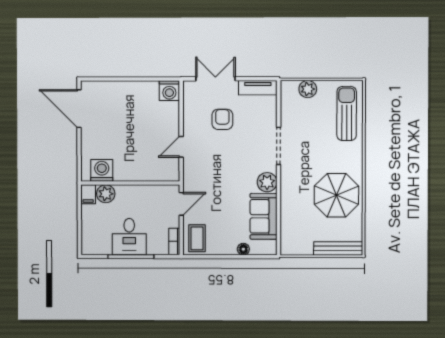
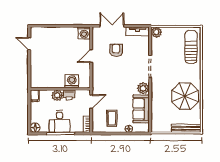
plant: (308, 89) -> (156, 32), moved
door: (79, 109) -> (29, 44), width x0.53
door: (181, 147) -> (91, 56), moved
washing machine: (102, 170) -> (72, 81), moved
printer: (145, 193) -> (69, 95), added
plant: (106, 194) -> (57, 95), moved
coffee table: (197, 238) -> (112, 118), moved
floor lamp: (89, 247) -> (35, 128), added

